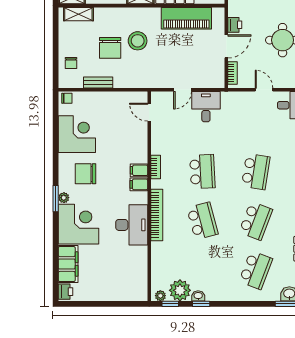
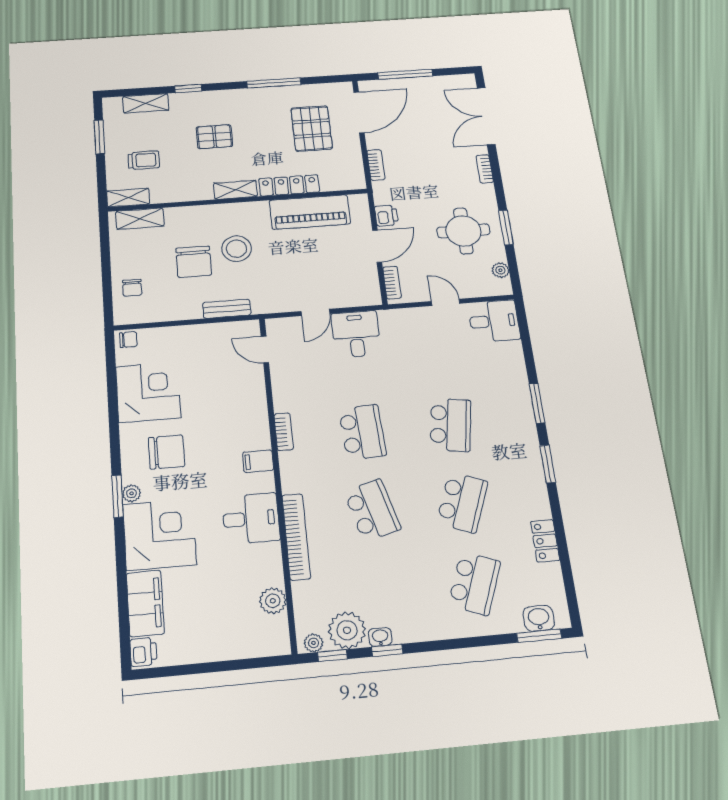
bench: (98, 83) -> (227, 309), moved
filing cabinet: (139, 170) -> (256, 439), removed
chair: (86, 174) -> (167, 452), turned 180
bookcase: (157, 215) -> (296, 537), moved
desk: (132, 225) -> (251, 519), width x0.73
plant: (140, 269) -> (273, 601), added

